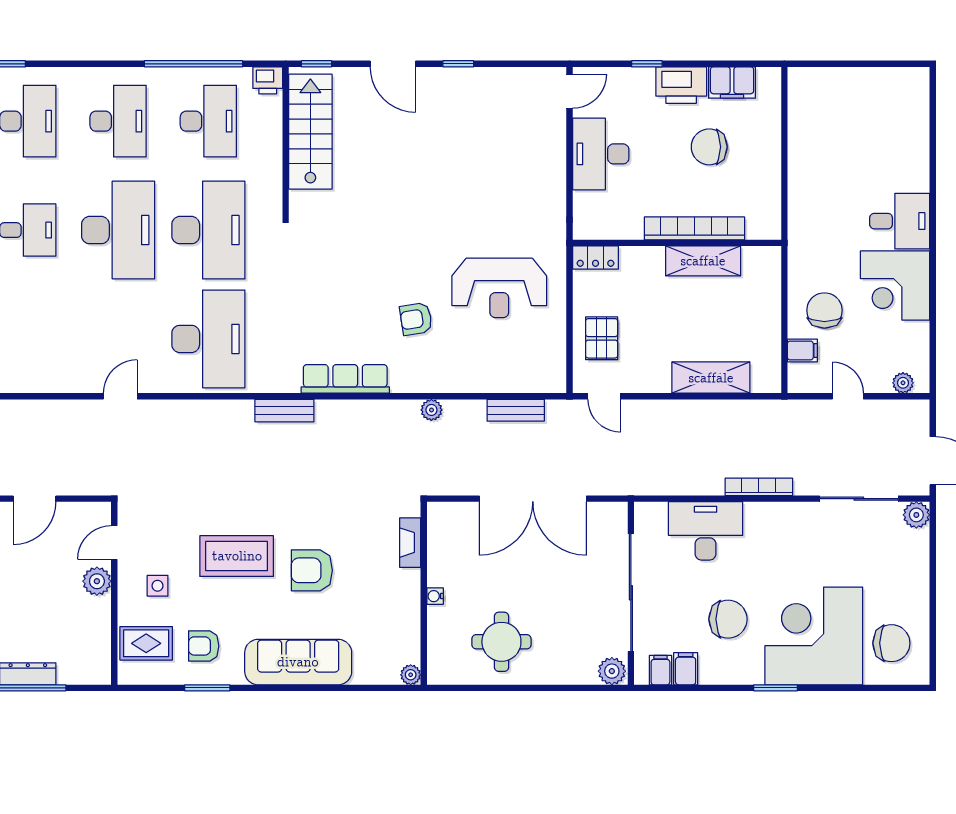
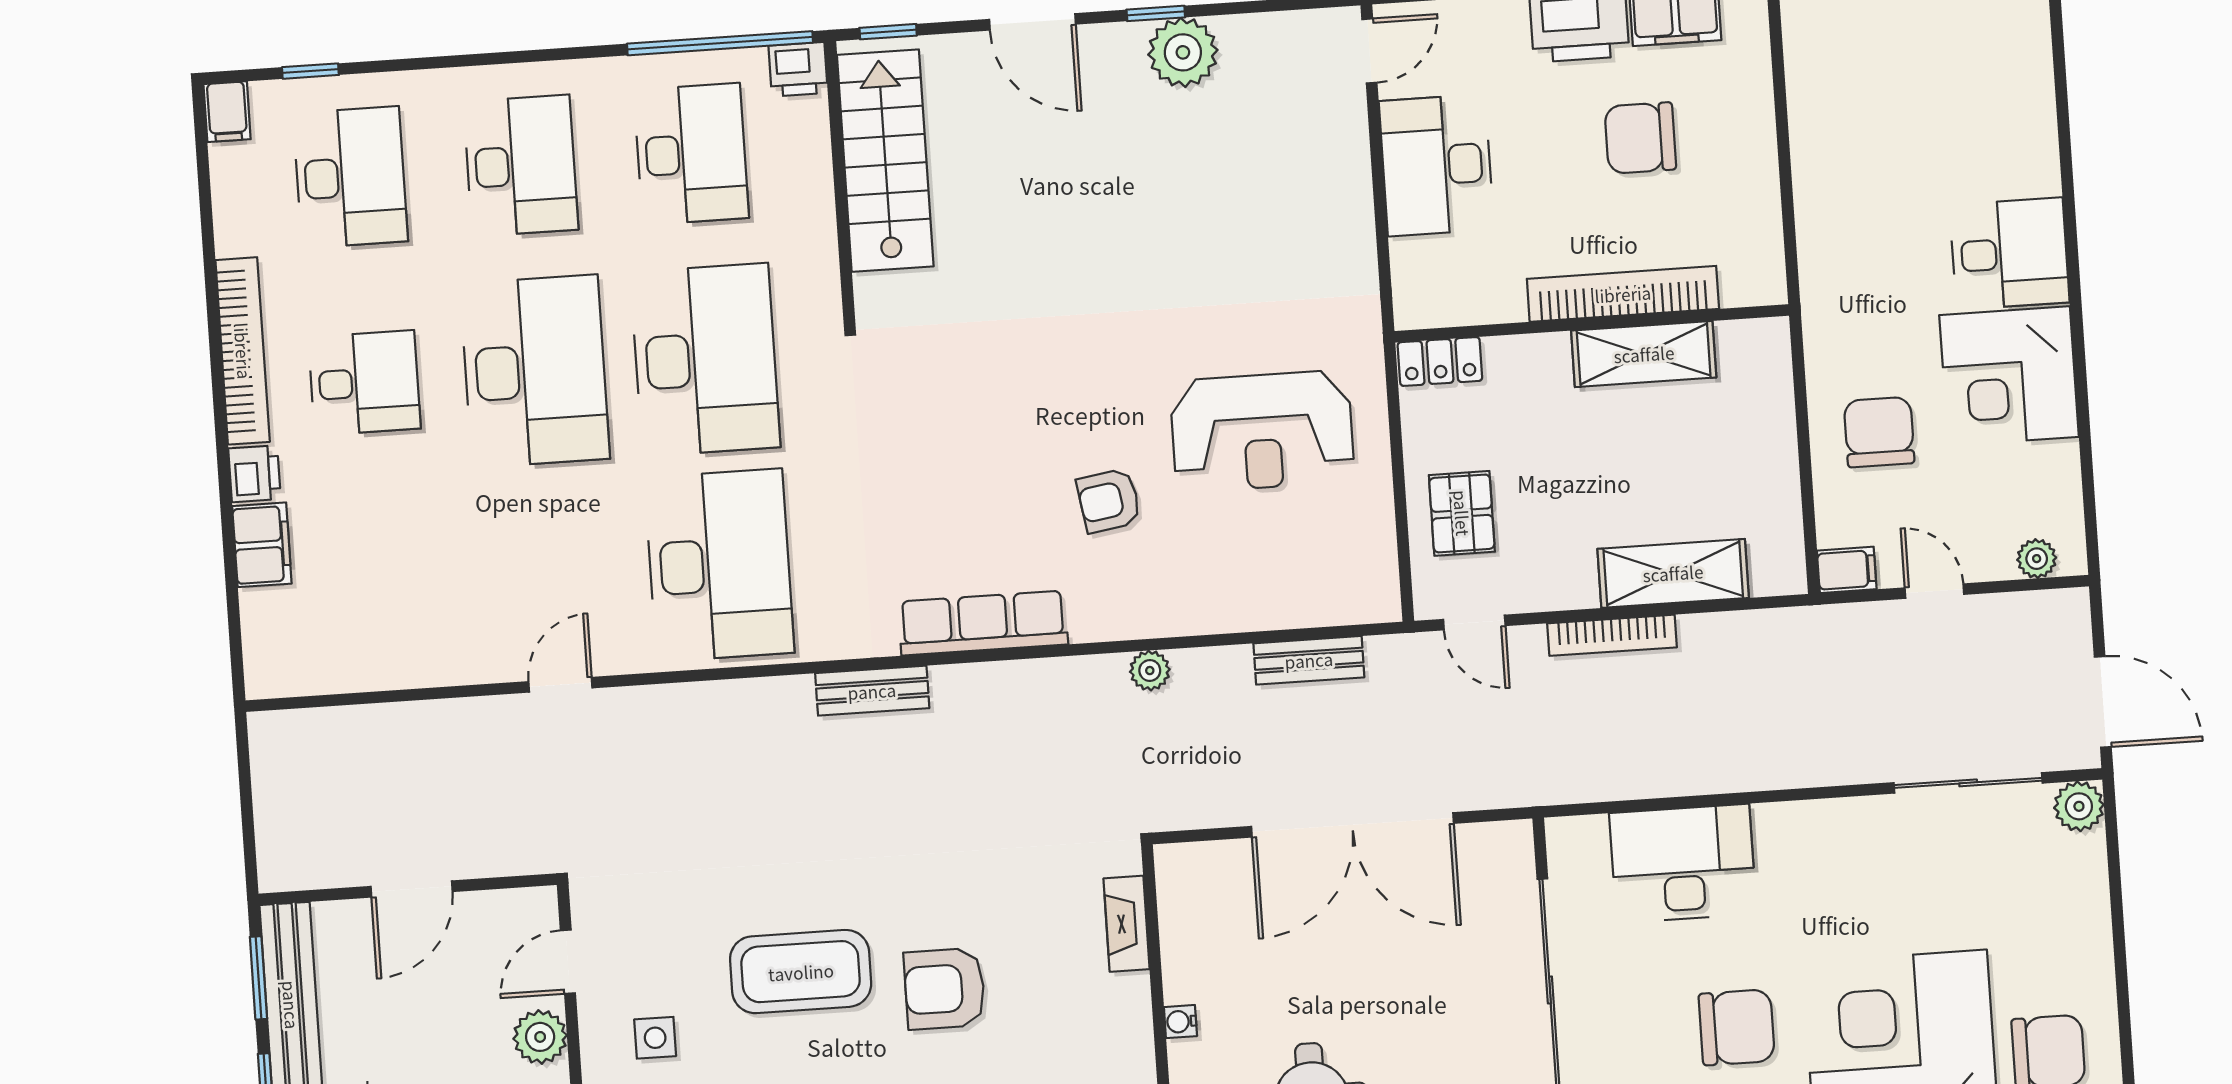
window: (194, 64) -> (720, 43), moved
plant: (471, 85) -> (1183, 52), added
filing cabinet: (802, 351) -> (1847, 570), moved
bookcase: (759, 487) -> (1612, 635), moved, turned 180

